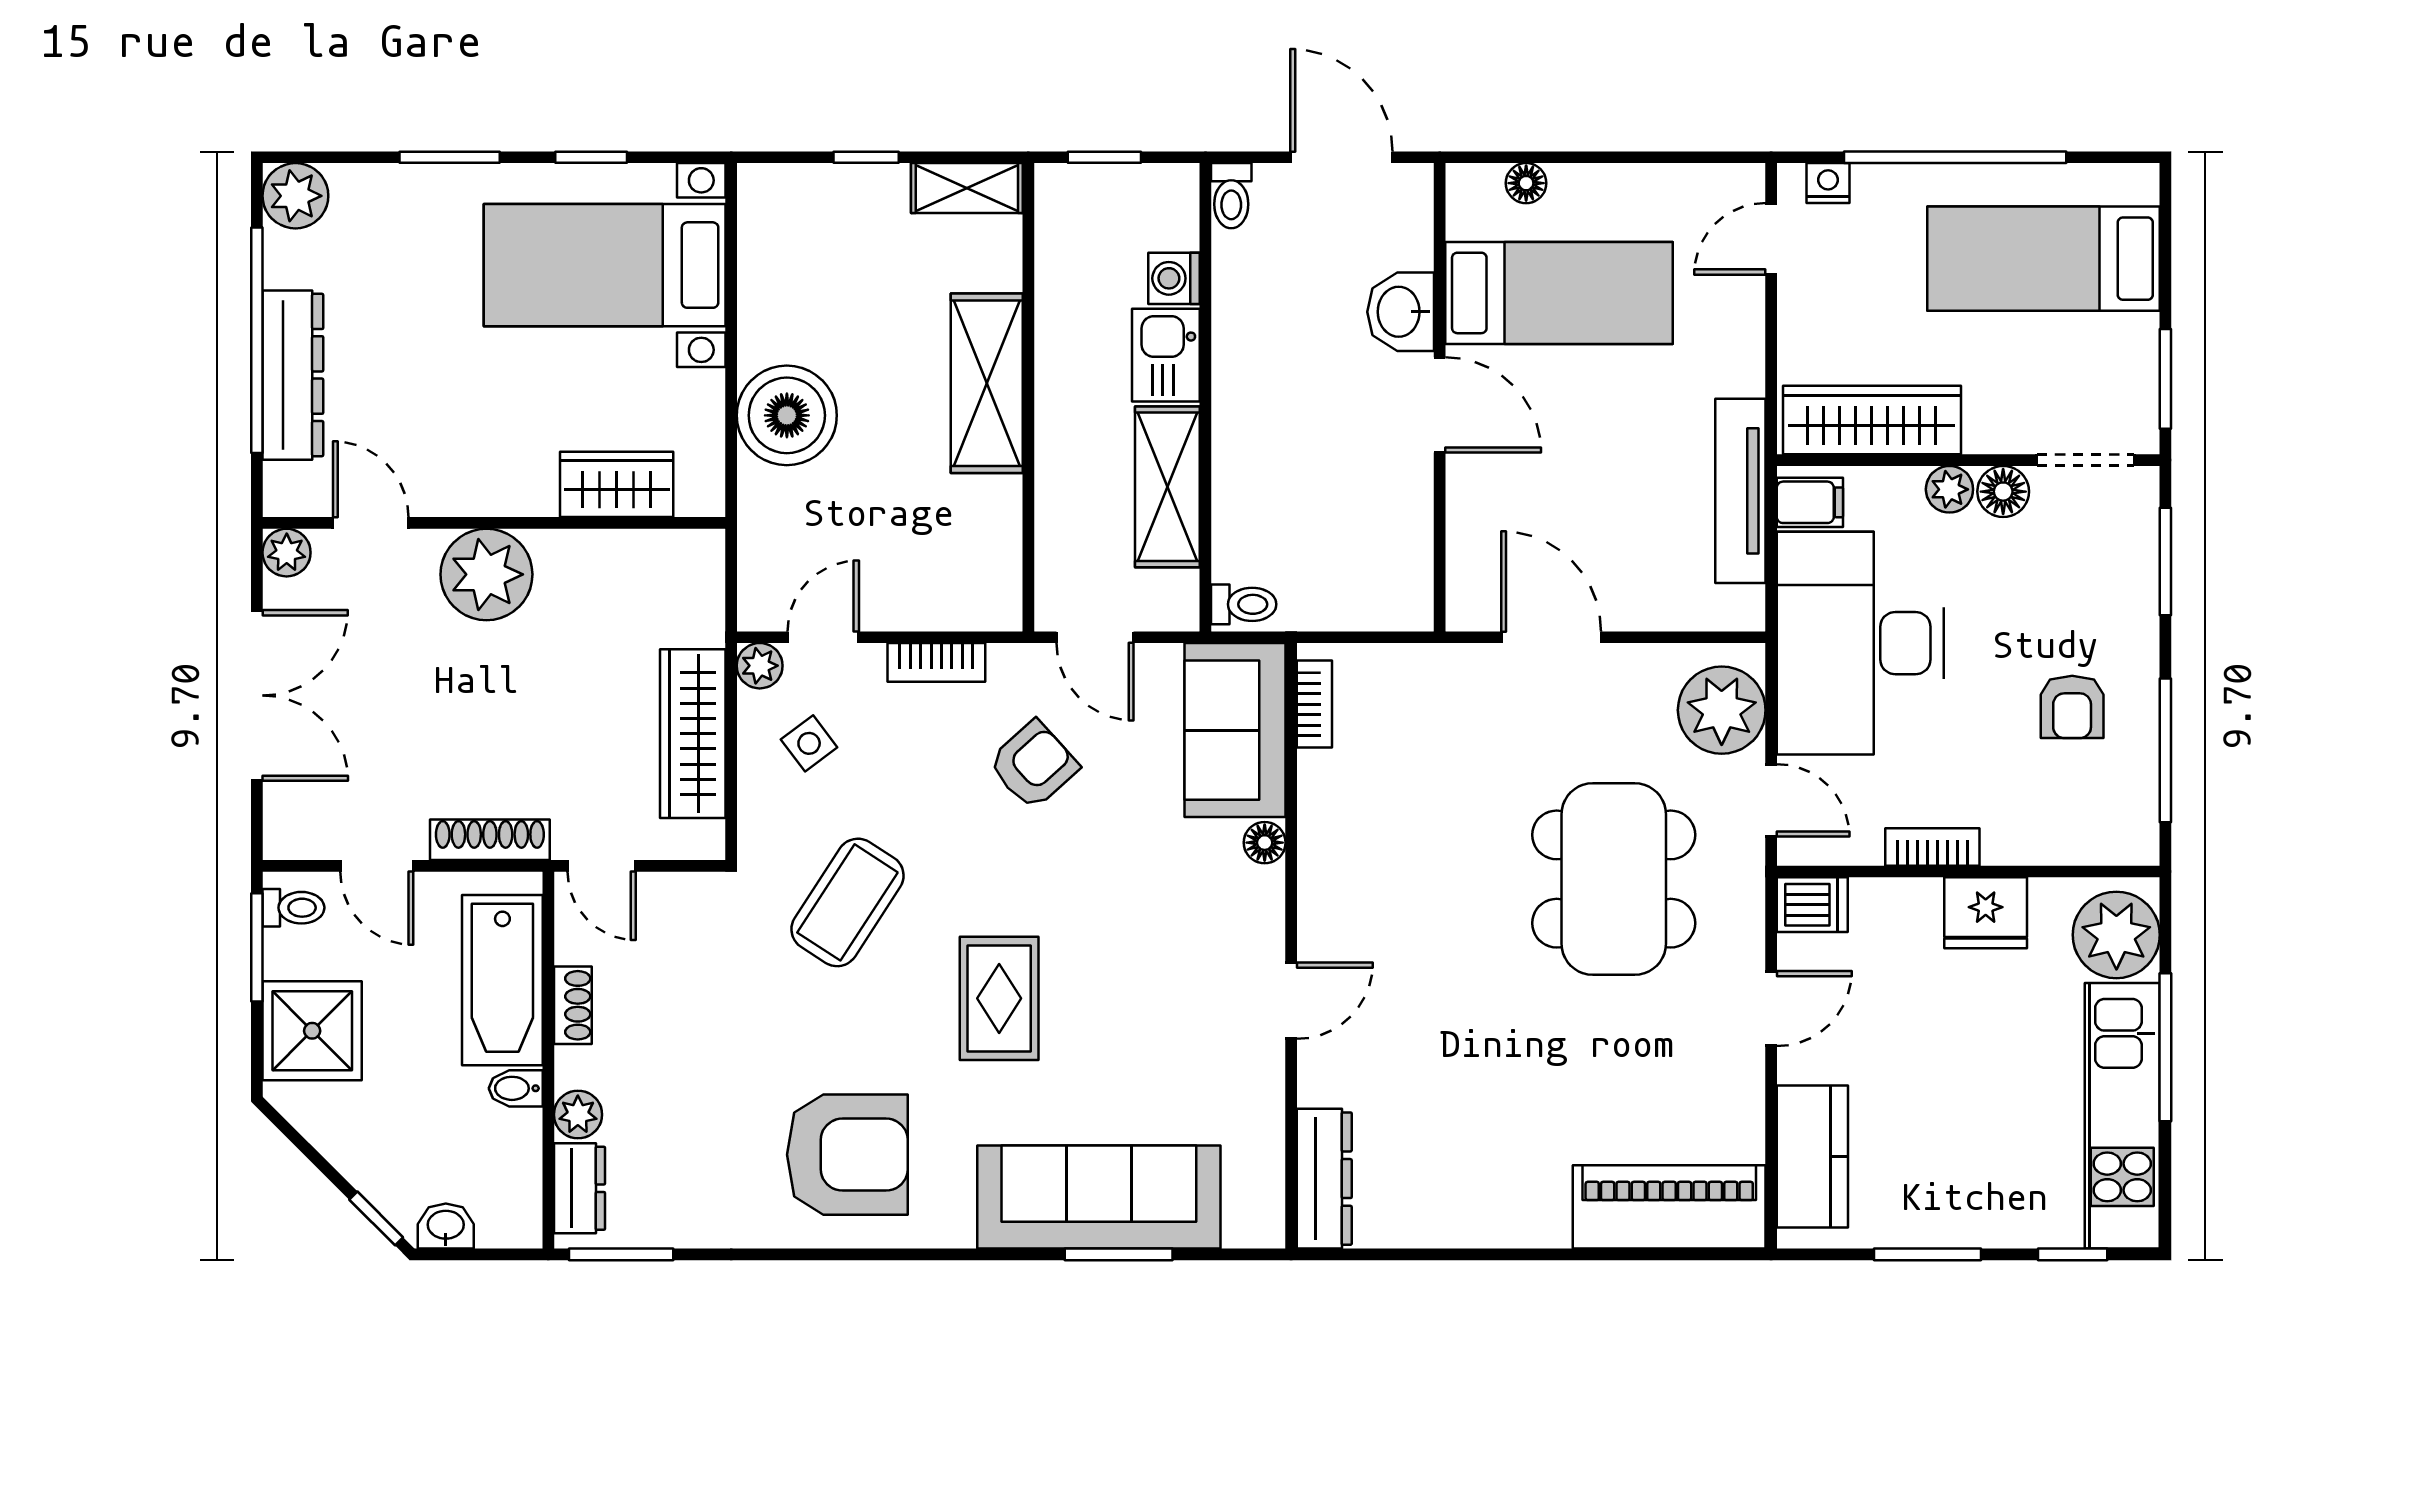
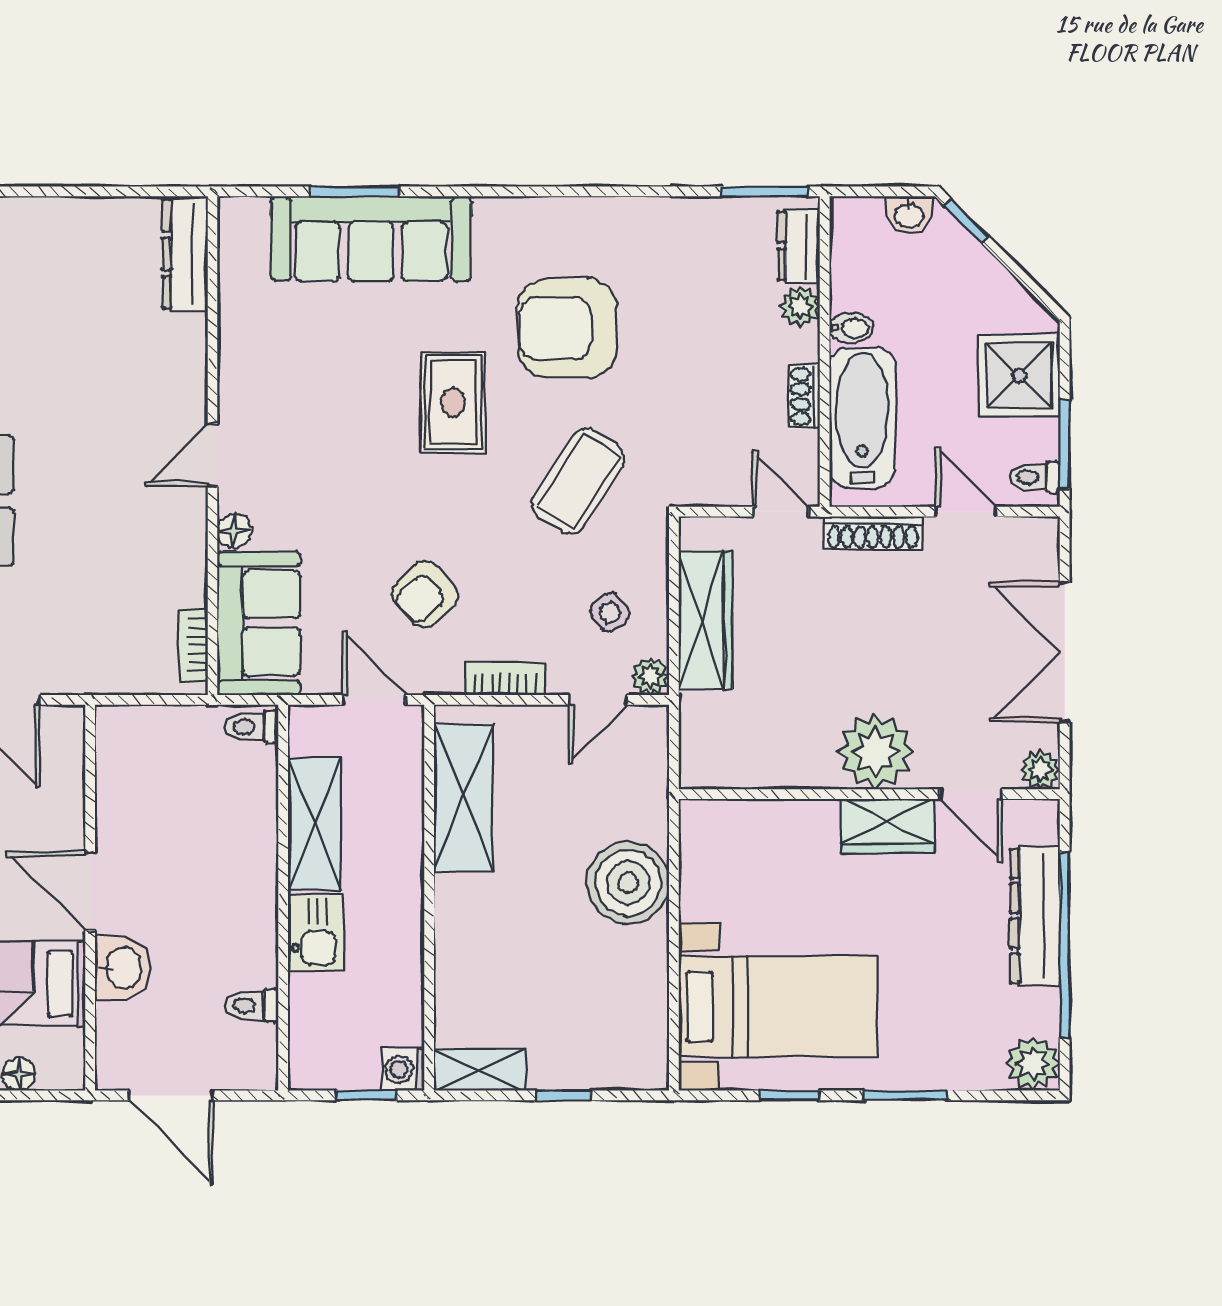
toilet: (1231, 196) -> (251, 1005), moved, turned -90
washing machine: (1174, 278) -> (403, 1070), moved, turned 180
shelving: (987, 383) -> (463, 798), moved
wardrobe: (617, 484) -> (888, 826), moved
door: (1291, 1001) -> (213, 455), moved
armchair: (847, 1155) -> (567, 328), moved

